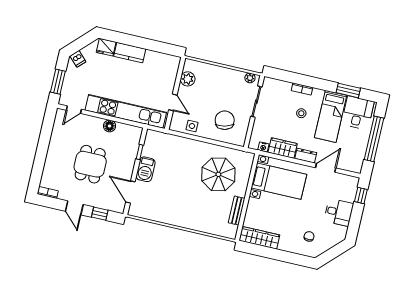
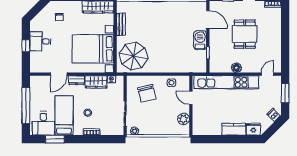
parasol: (218, 174) -> (134, 56), moved
bed with nightstands: (279, 181) -> (93, 49), width x1.36
window: (361, 196) -> (26, 46), moved

